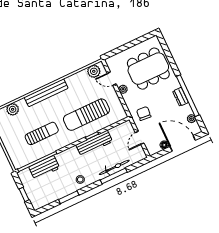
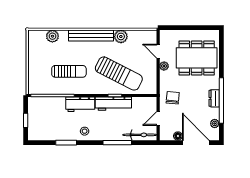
plant: (94, 71) -> (121, 36), moved
sun lounger: (86, 115) -> (119, 74), turned -153
bicycle: (114, 167) -> (140, 135), moved
workbench: (44, 168) -> (80, 104), moved

